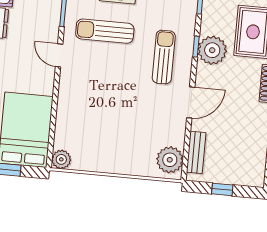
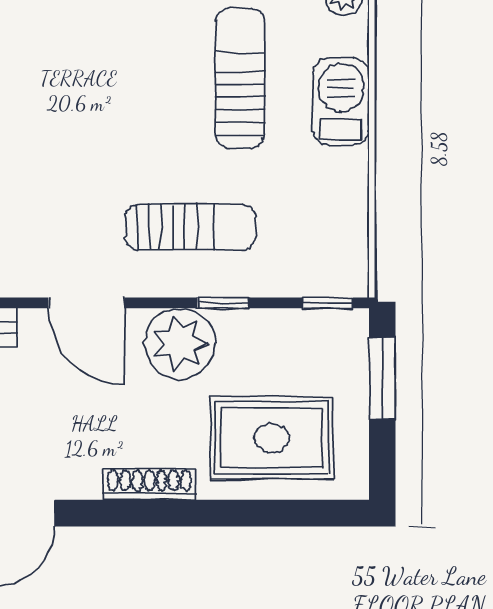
plant: (212, 50) -> (180, 343), moved

